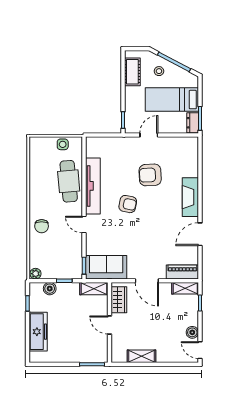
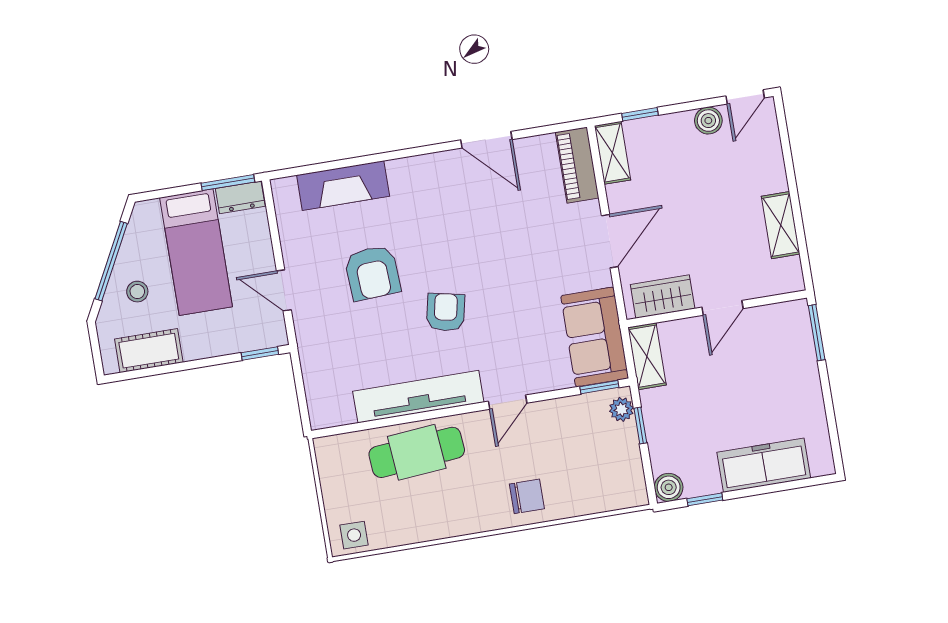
side table: (63, 144) -> (354, 535), moved
fireplace: (190, 197) -> (343, 186), moved
plant: (36, 274) -> (621, 409), moved
boiler: (50, 289) -> (669, 487), moved

